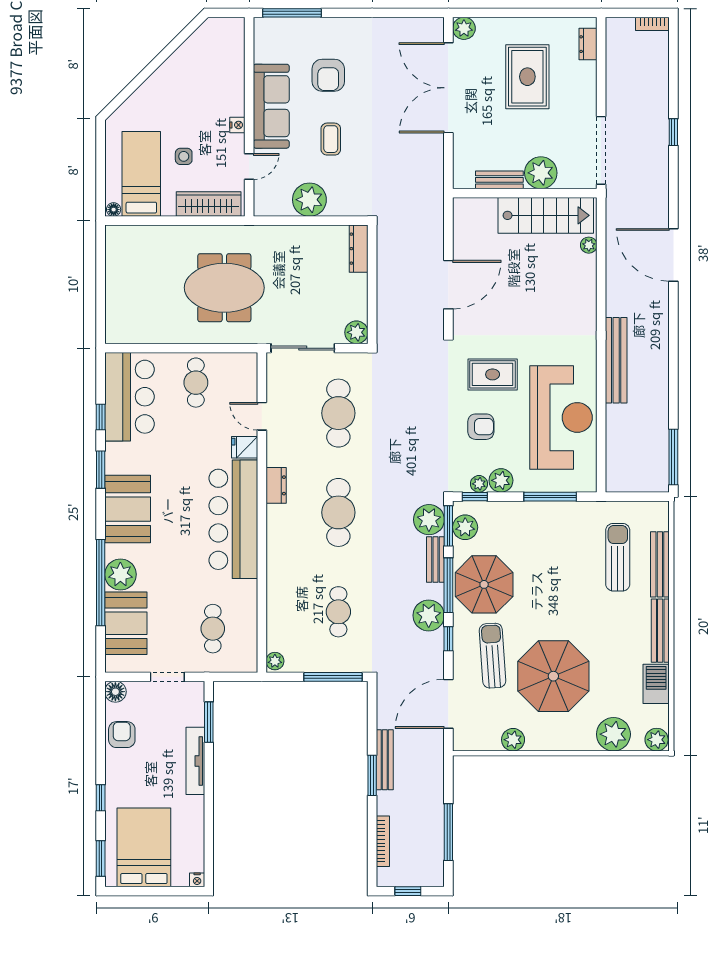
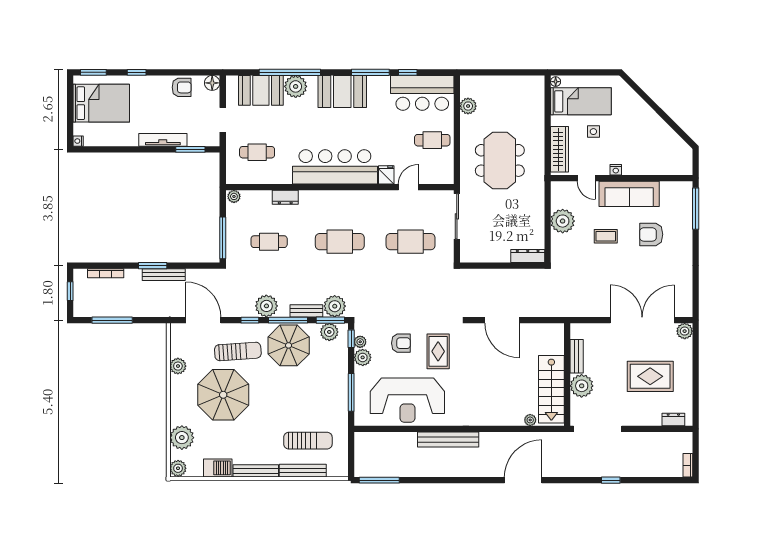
plant: (356, 332) -> (468, 106), moved
armchair: (481, 427) -> (401, 343), turned -90
window: (101, 470) -> (370, 72), width x1.44
dresser: (276, 485) -> (285, 197), moved

